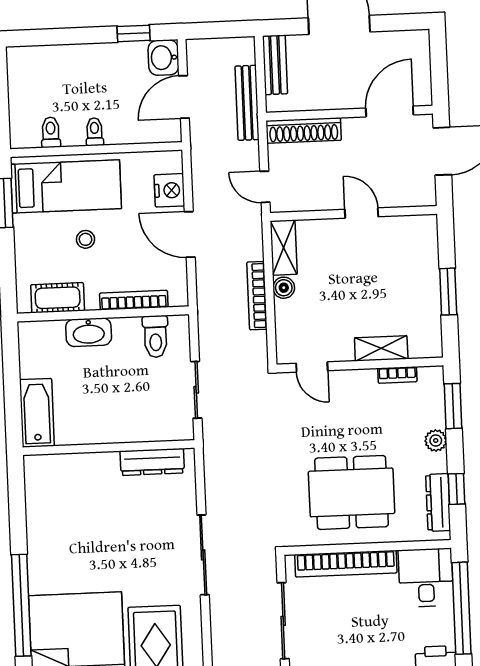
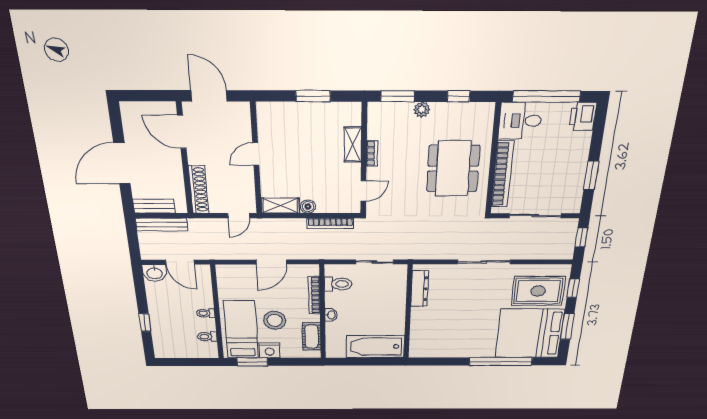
window: (134, 33) -> (145, 322), moved
bench: (247, 103) -> (162, 224), moved
nightstand: (169, 190) -> (270, 350), moved, turned 180
stool: (86, 239) -> (275, 320), width x1.89, depth x1.89
bookcase: (257, 296) -> (330, 223), moved
washbasin: (89, 332) -> (331, 315), width x0.52, depth x0.69
bookcase: (397, 375) -> (372, 153), moved
bathtub: (37, 413) -> (375, 347), width x1.36, depth x1.36
dresser: (438, 502) -> (467, 110), removed

